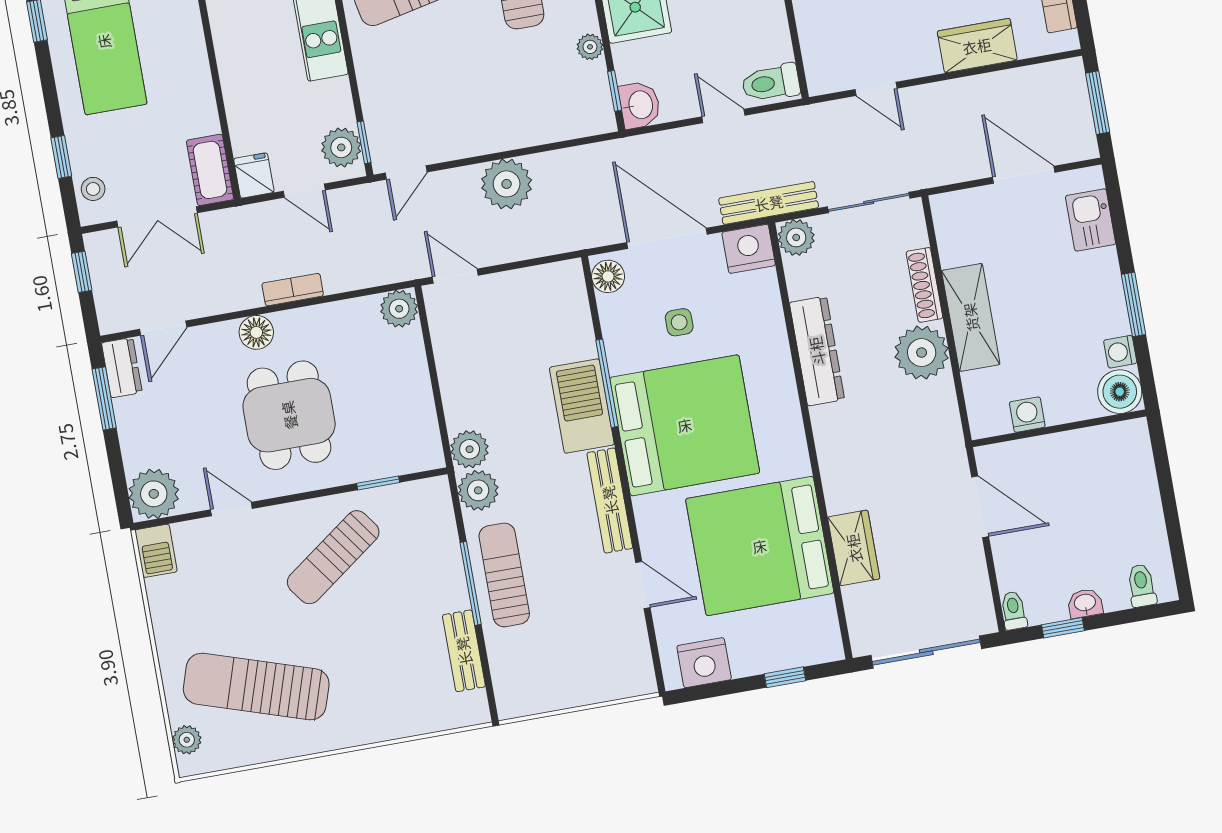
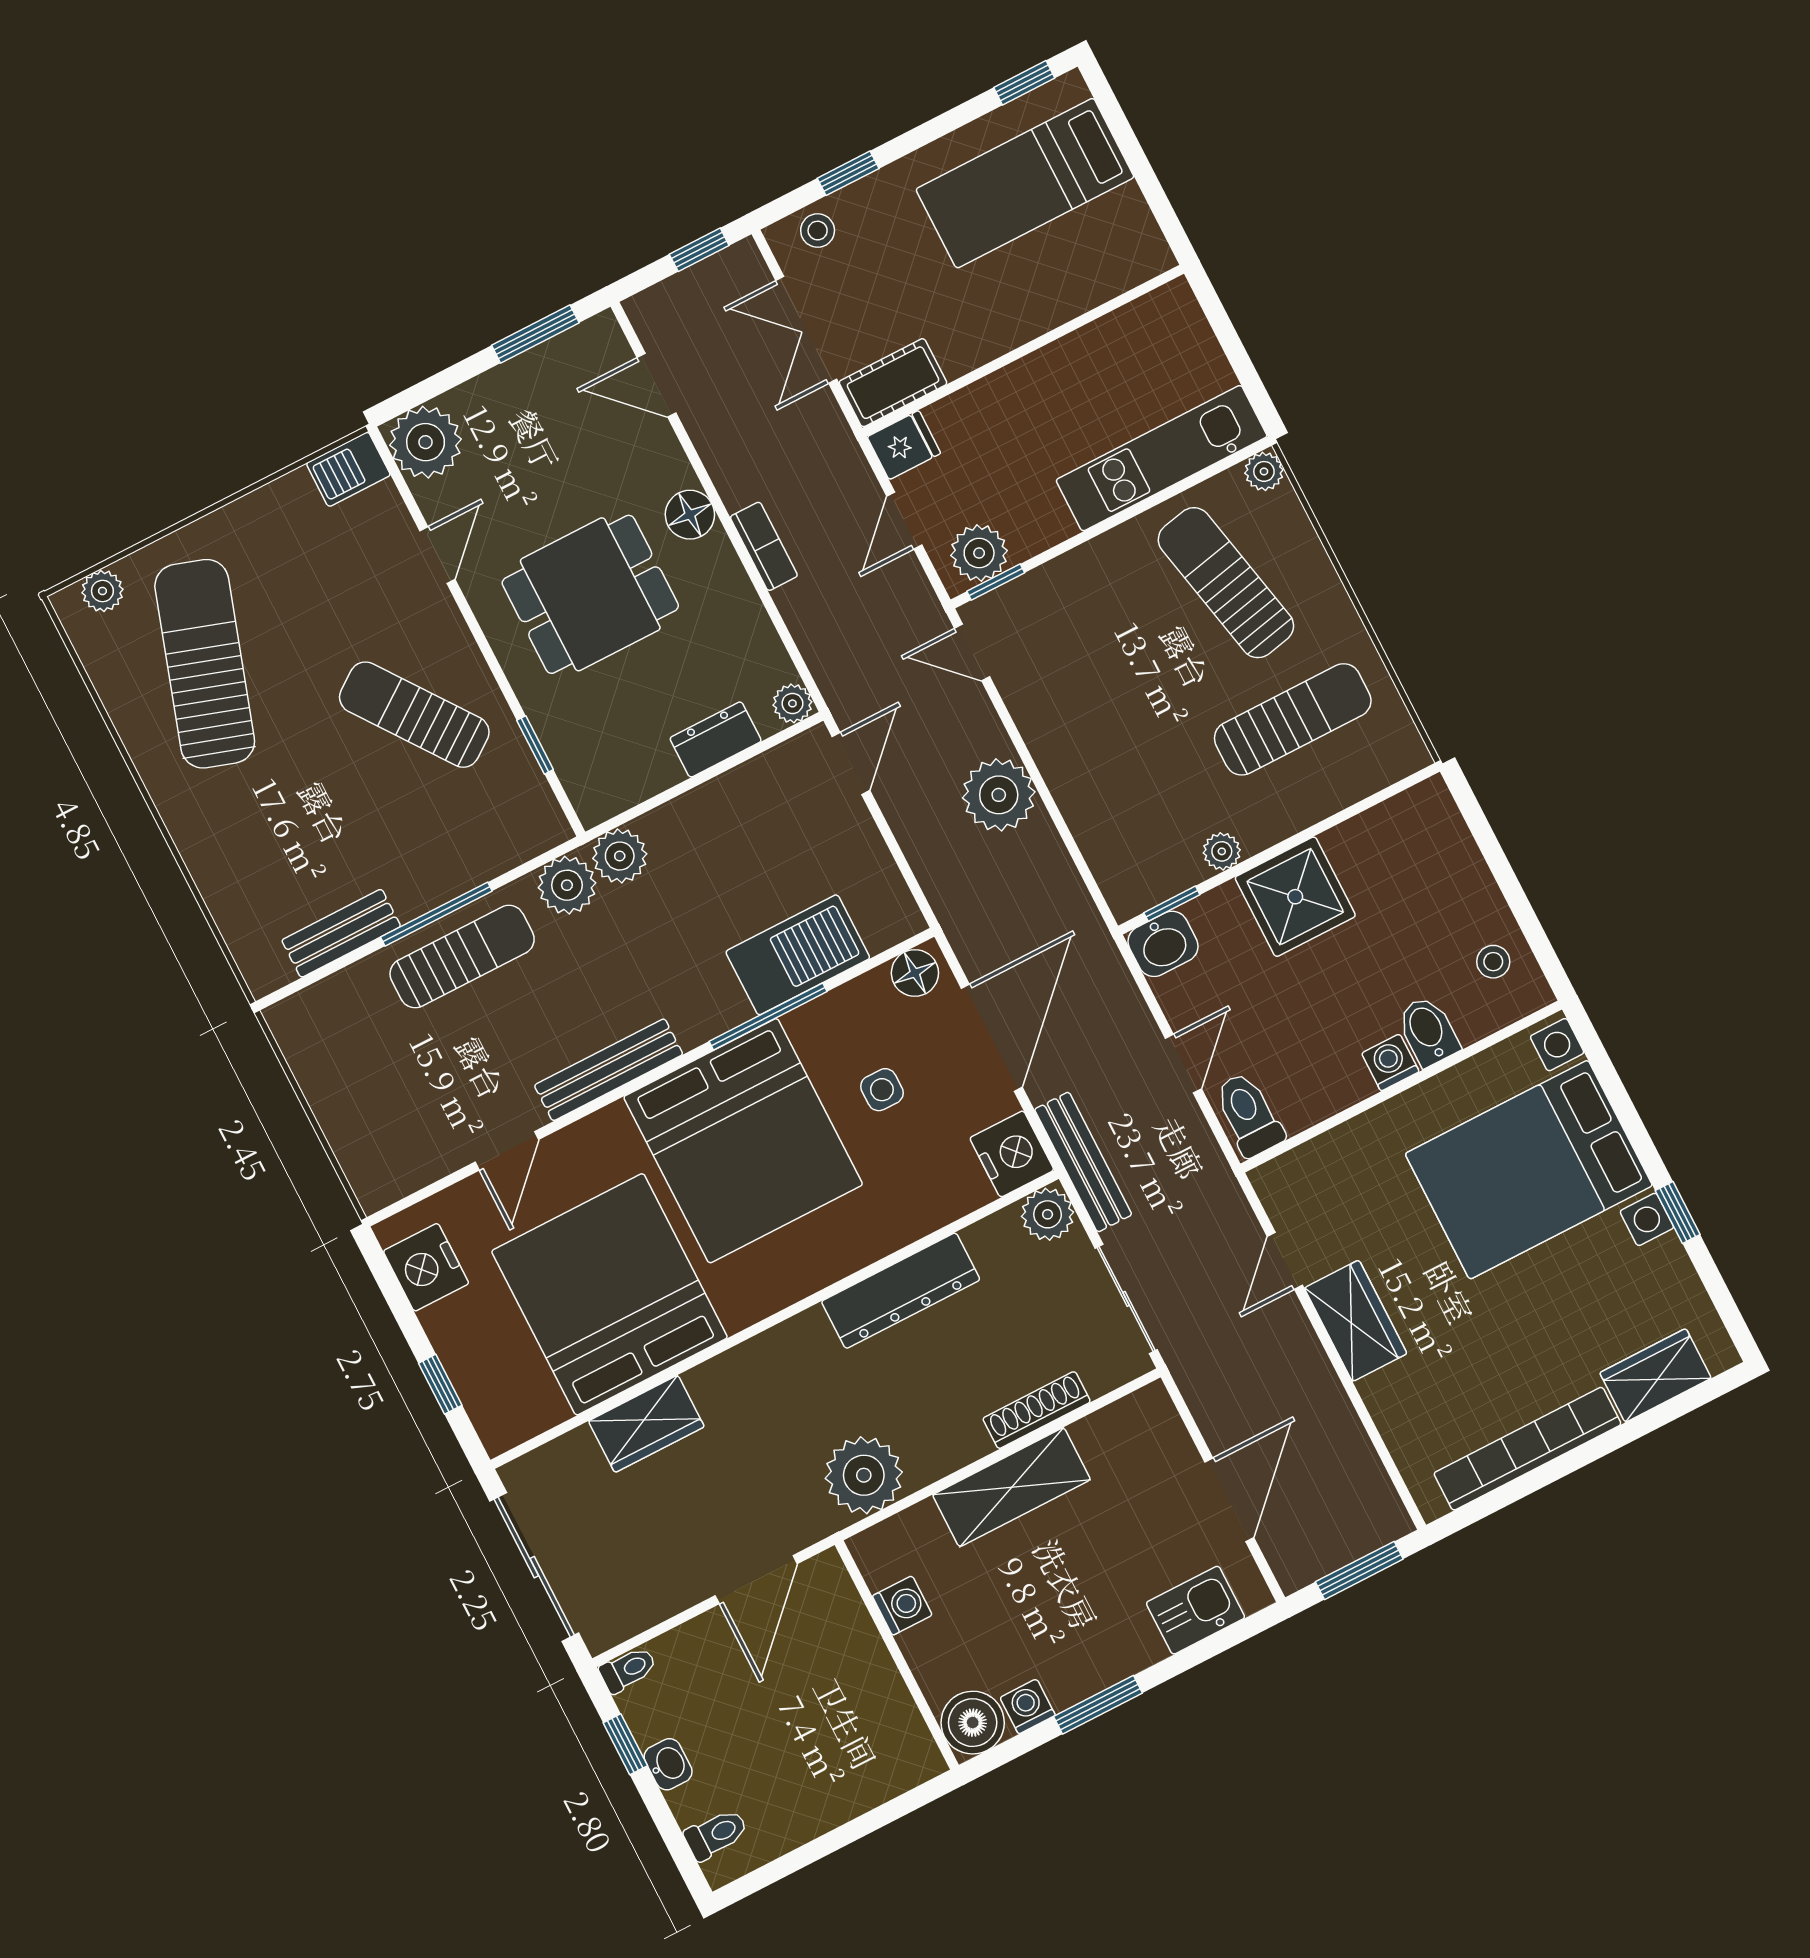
wardrobe: (977, 46) -> (1356, 1321), moved
plant: (399, 309) -> (792, 703), width x0.73, depth x0.73
plant: (922, 353) -> (864, 1475), moved
dresser: (122, 368) -> (716, 739), moved, turned 180
barbecue: (582, 406) -> (798, 955), moved

